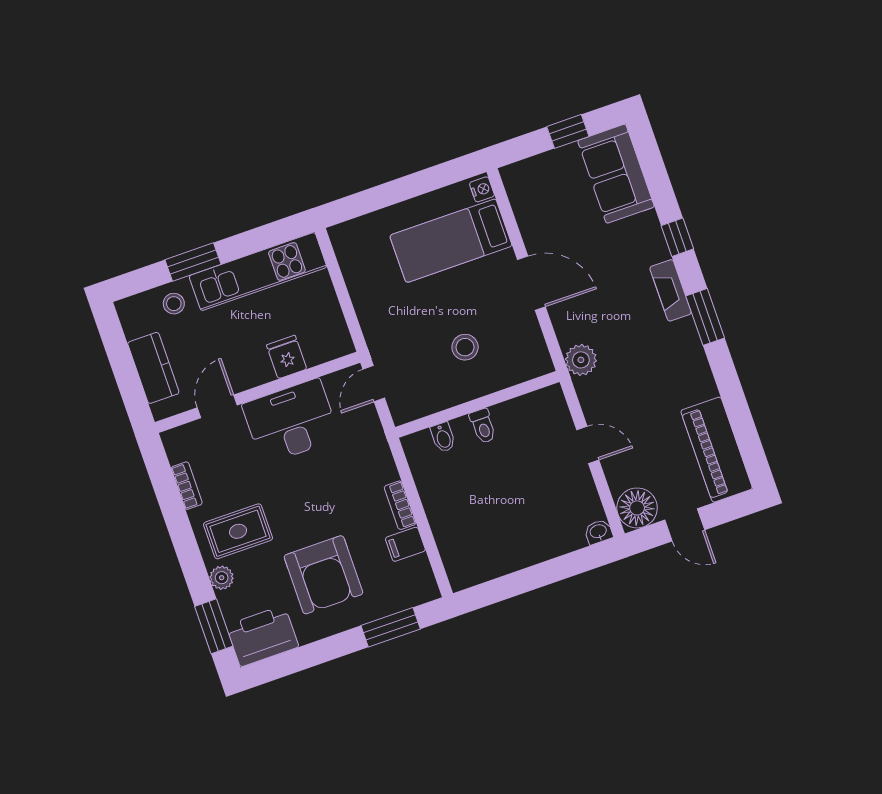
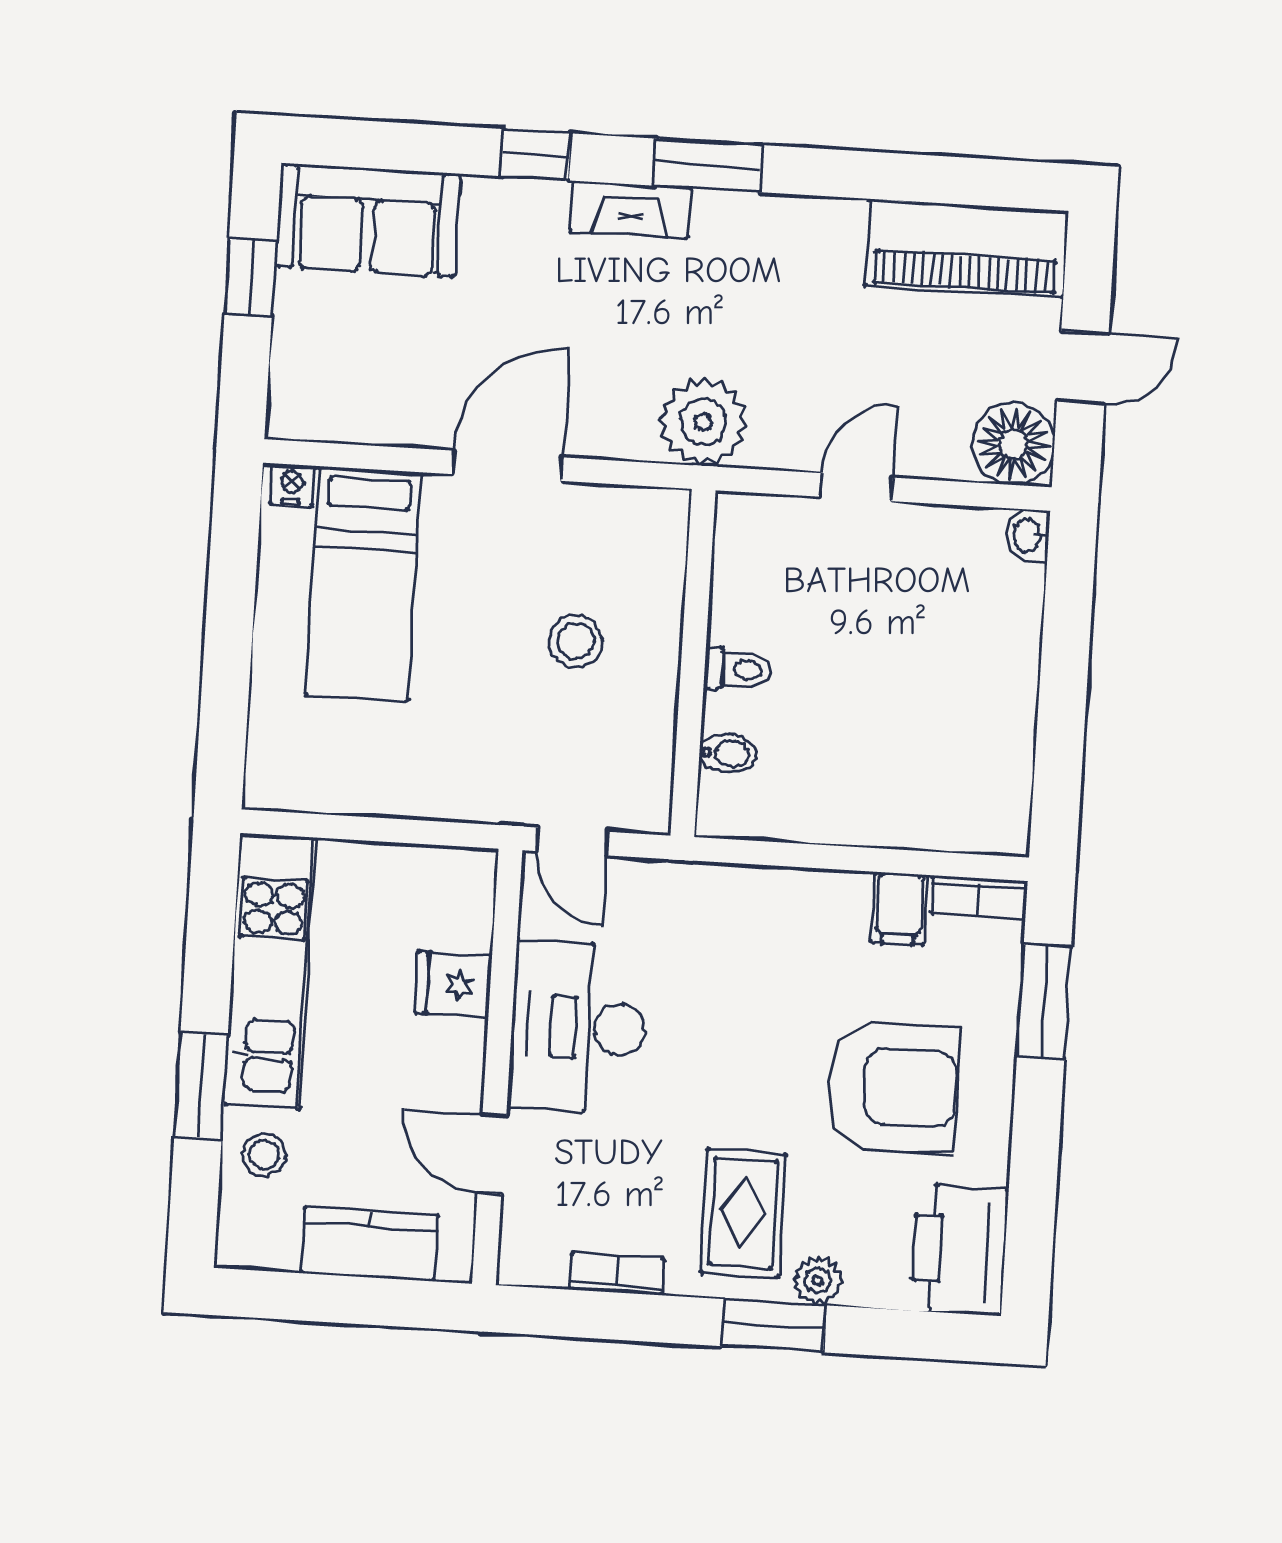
plant: (581, 360) -> (703, 422), width x1.36, depth x1.36
bookcase: (400, 505) -> (979, 897), moved
window: (214, 626) -> (773, 1326), moved

